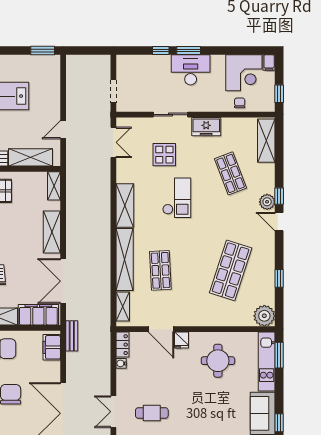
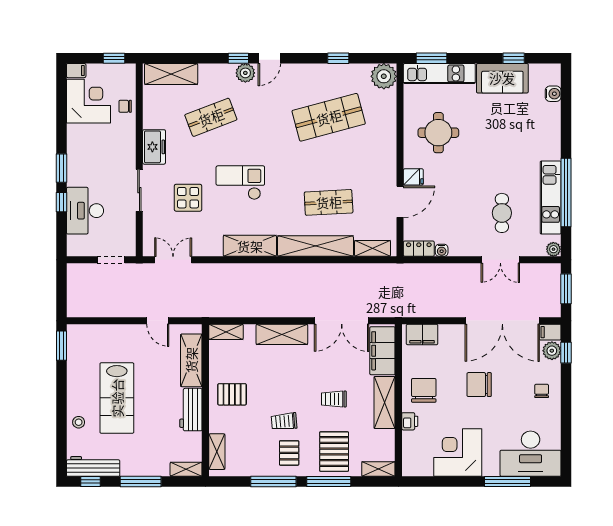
desk: (191, 70) -> (85, 211), moved
shop shelf: (231, 270) -> (329, 117), turned -33
bench: (72, 336) -> (408, 310), removed

